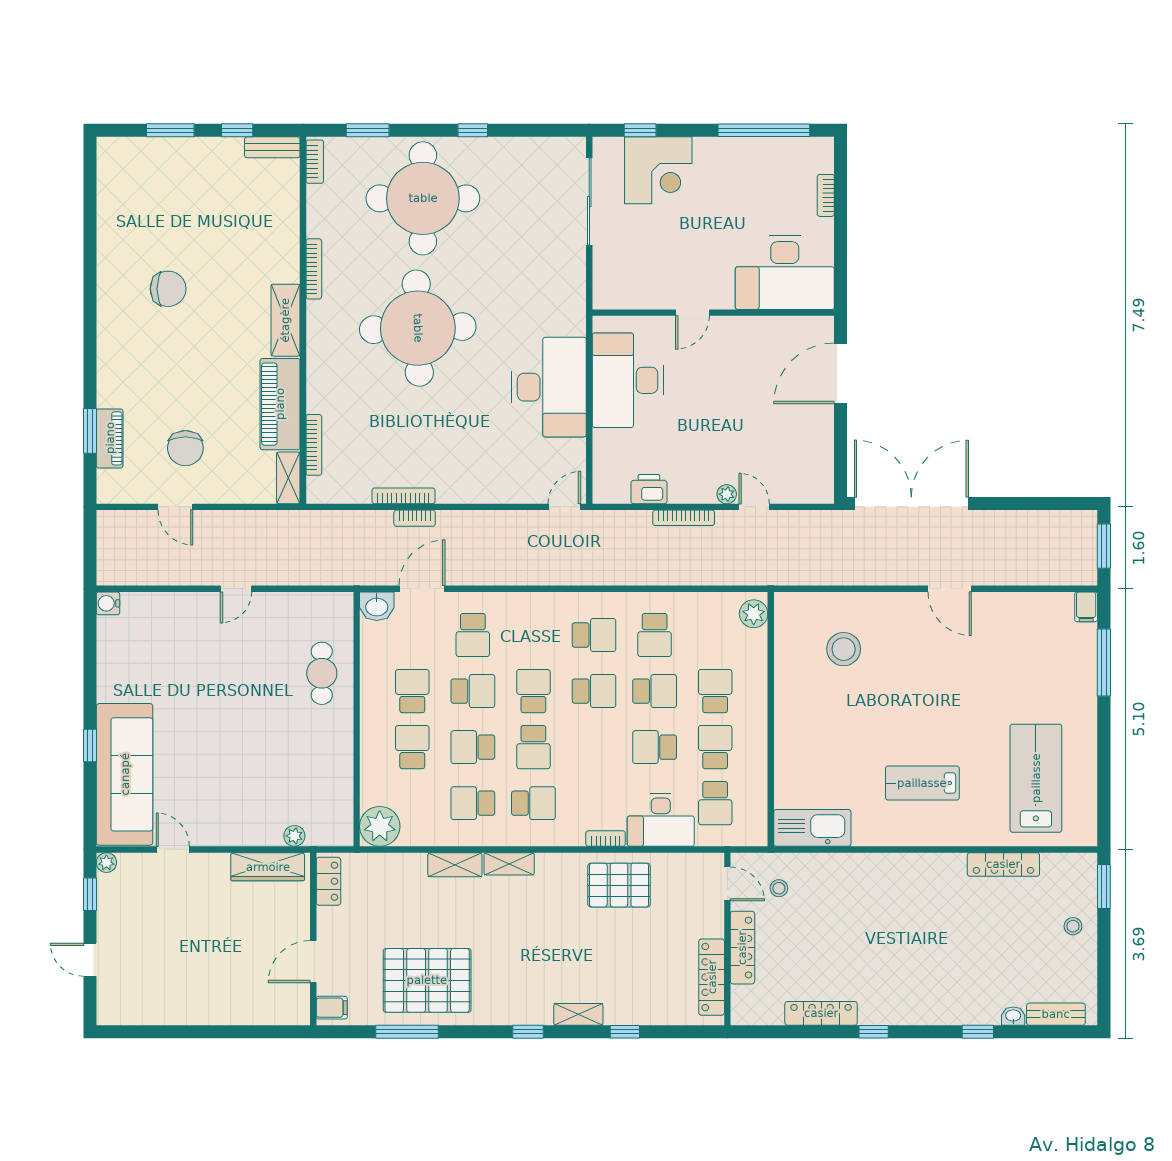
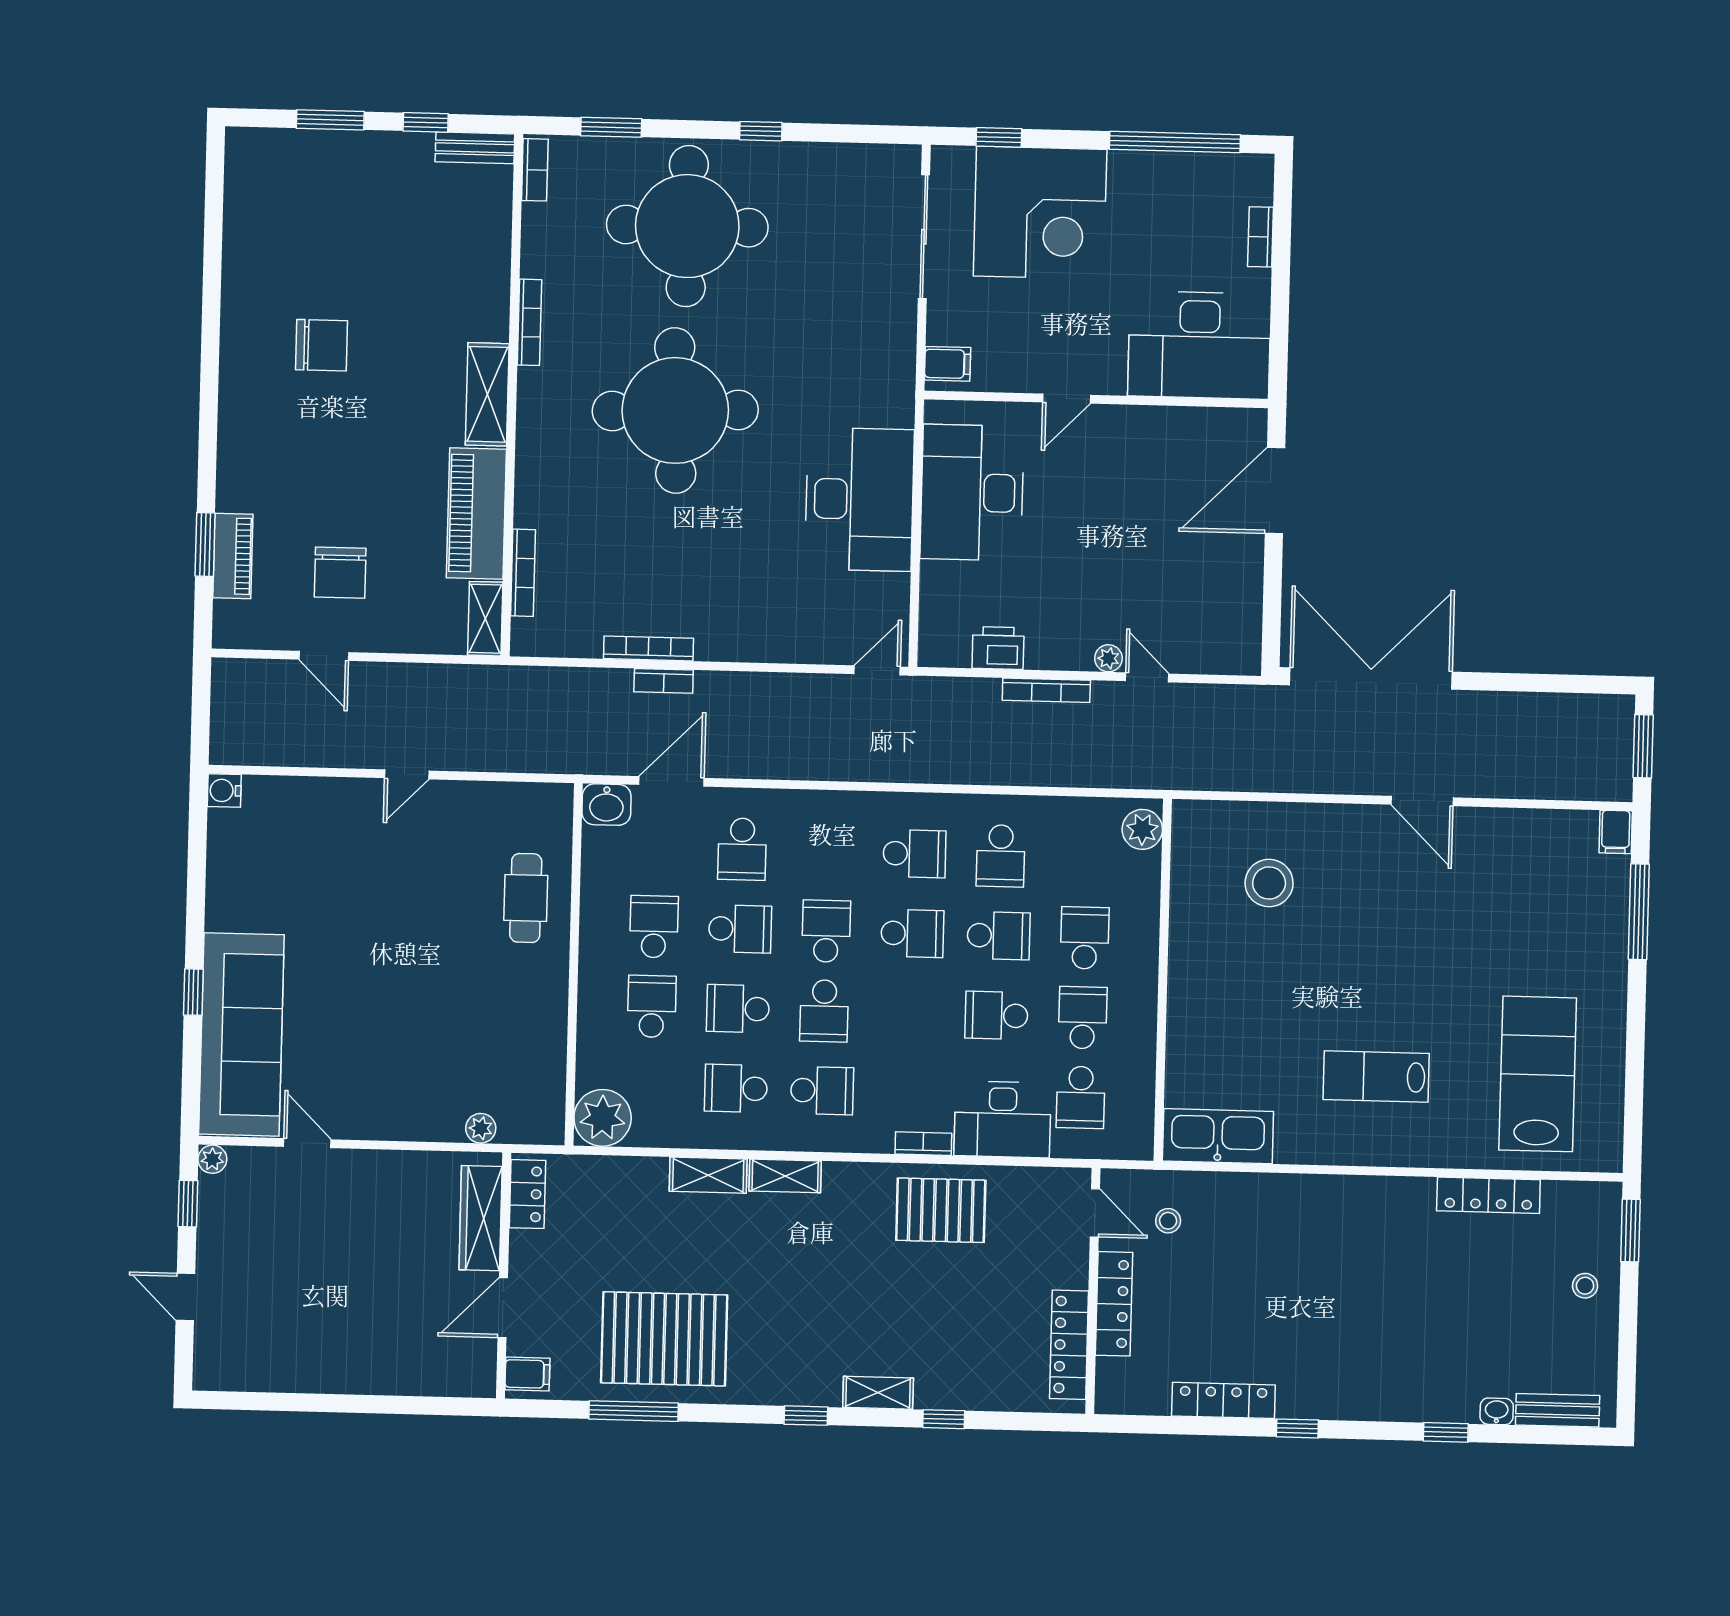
corner desk: (658, 170) -> (1040, 213), width x1.36, depth x1.36
filing cabinet: (608, 290) -> (948, 364), added
wardrobe: (268, 867) -> (481, 1218), moved, turned 90

